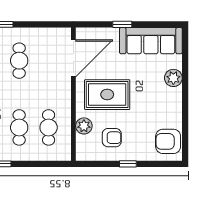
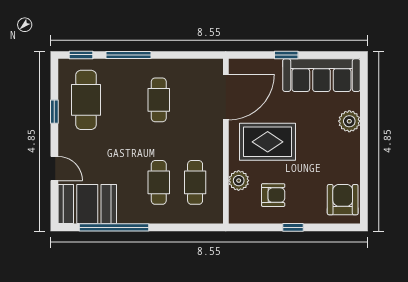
armchair: (168, 141) -> (343, 200), turned 90

